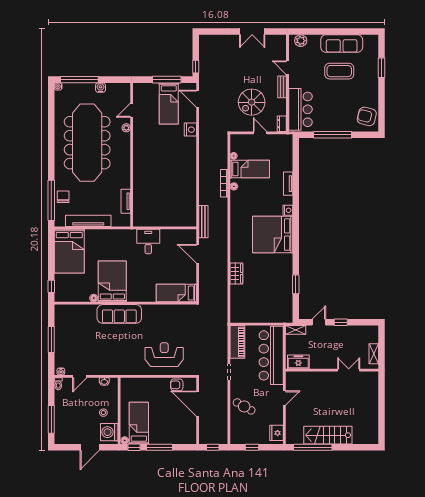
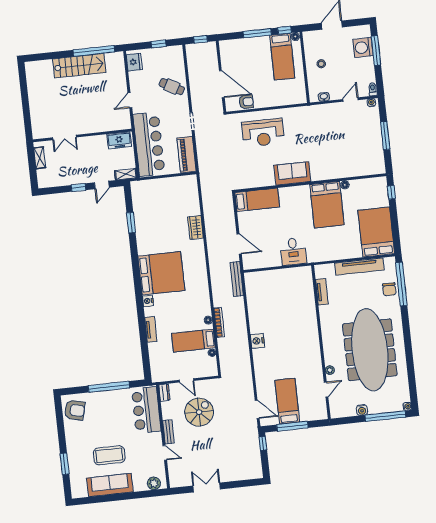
nightstand: (190, 130) -> (257, 341), moved
sofa: (119, 314) -> (292, 173), moved, width x0.73
washing machine: (109, 432) -> (363, 47), moved, turned 180

